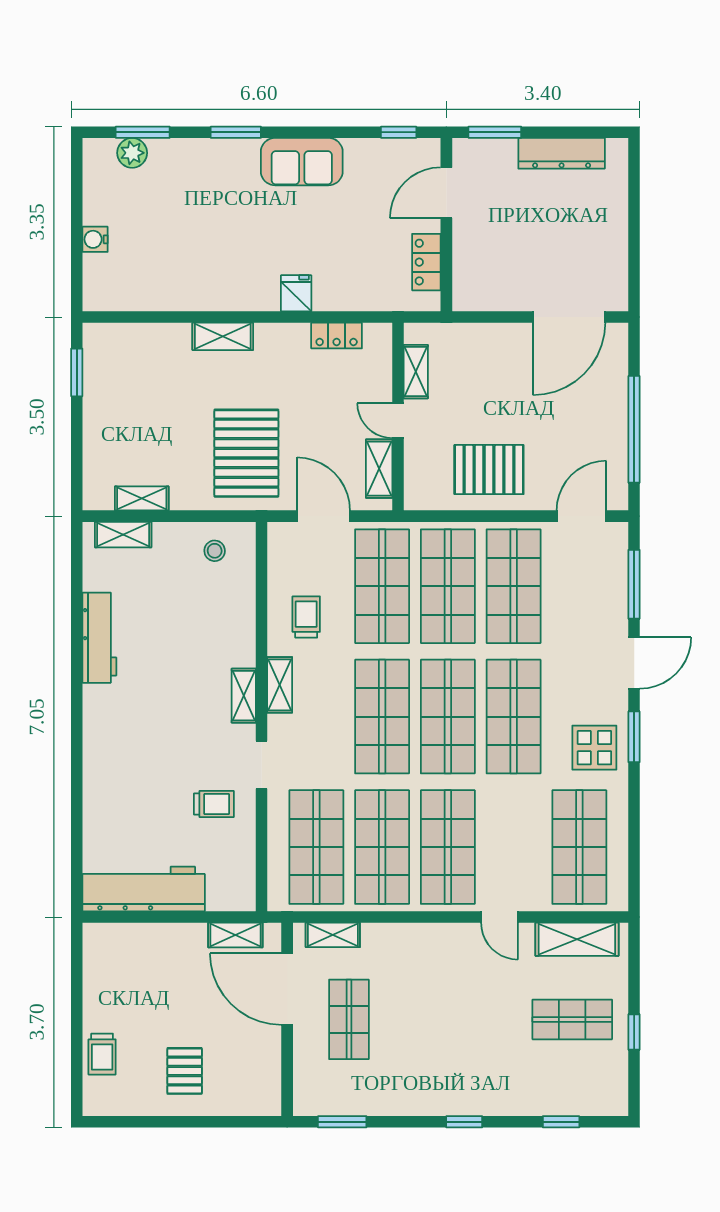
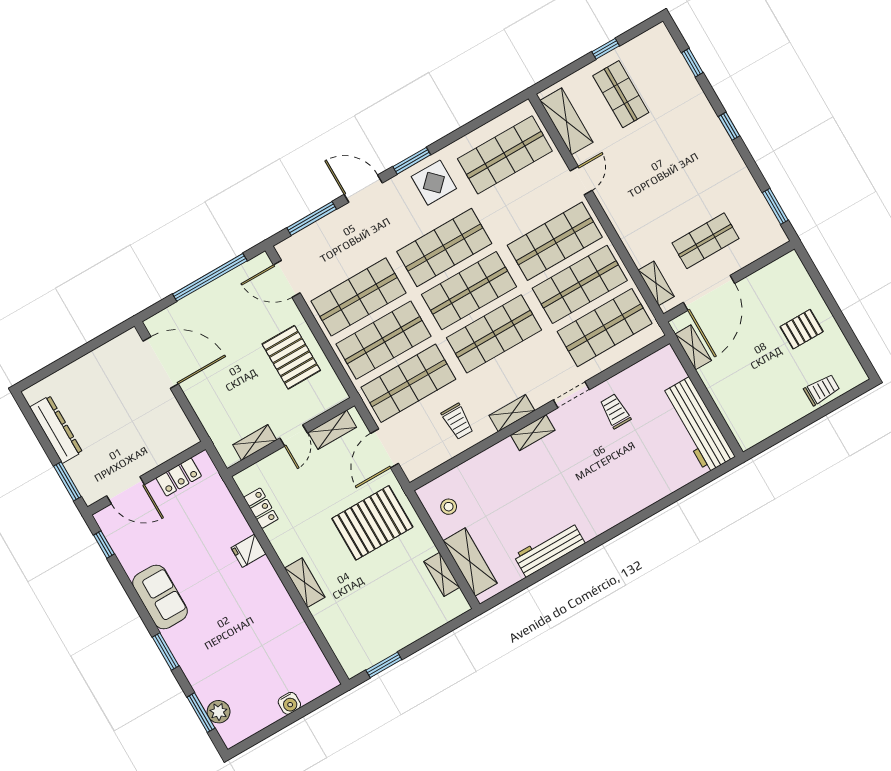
shelving: (123, 535) -> (470, 562), width x1.50, depth x1.33
trolley: (306, 617) -> (457, 421), turned -90

